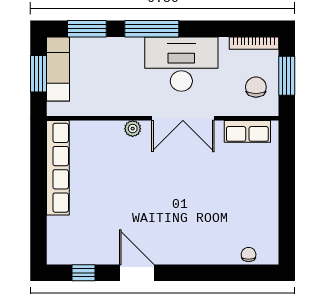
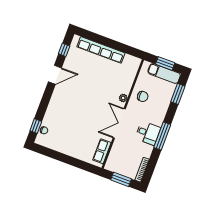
window: (152, 29) -> (162, 136), moved
desk: (181, 64) -> (148, 133), width x0.53, depth x0.77
chair: (256, 87) -> (143, 96), moved
row of seats: (58, 168) -> (101, 50), moved
window: (246, 273) -> (36, 126), added

